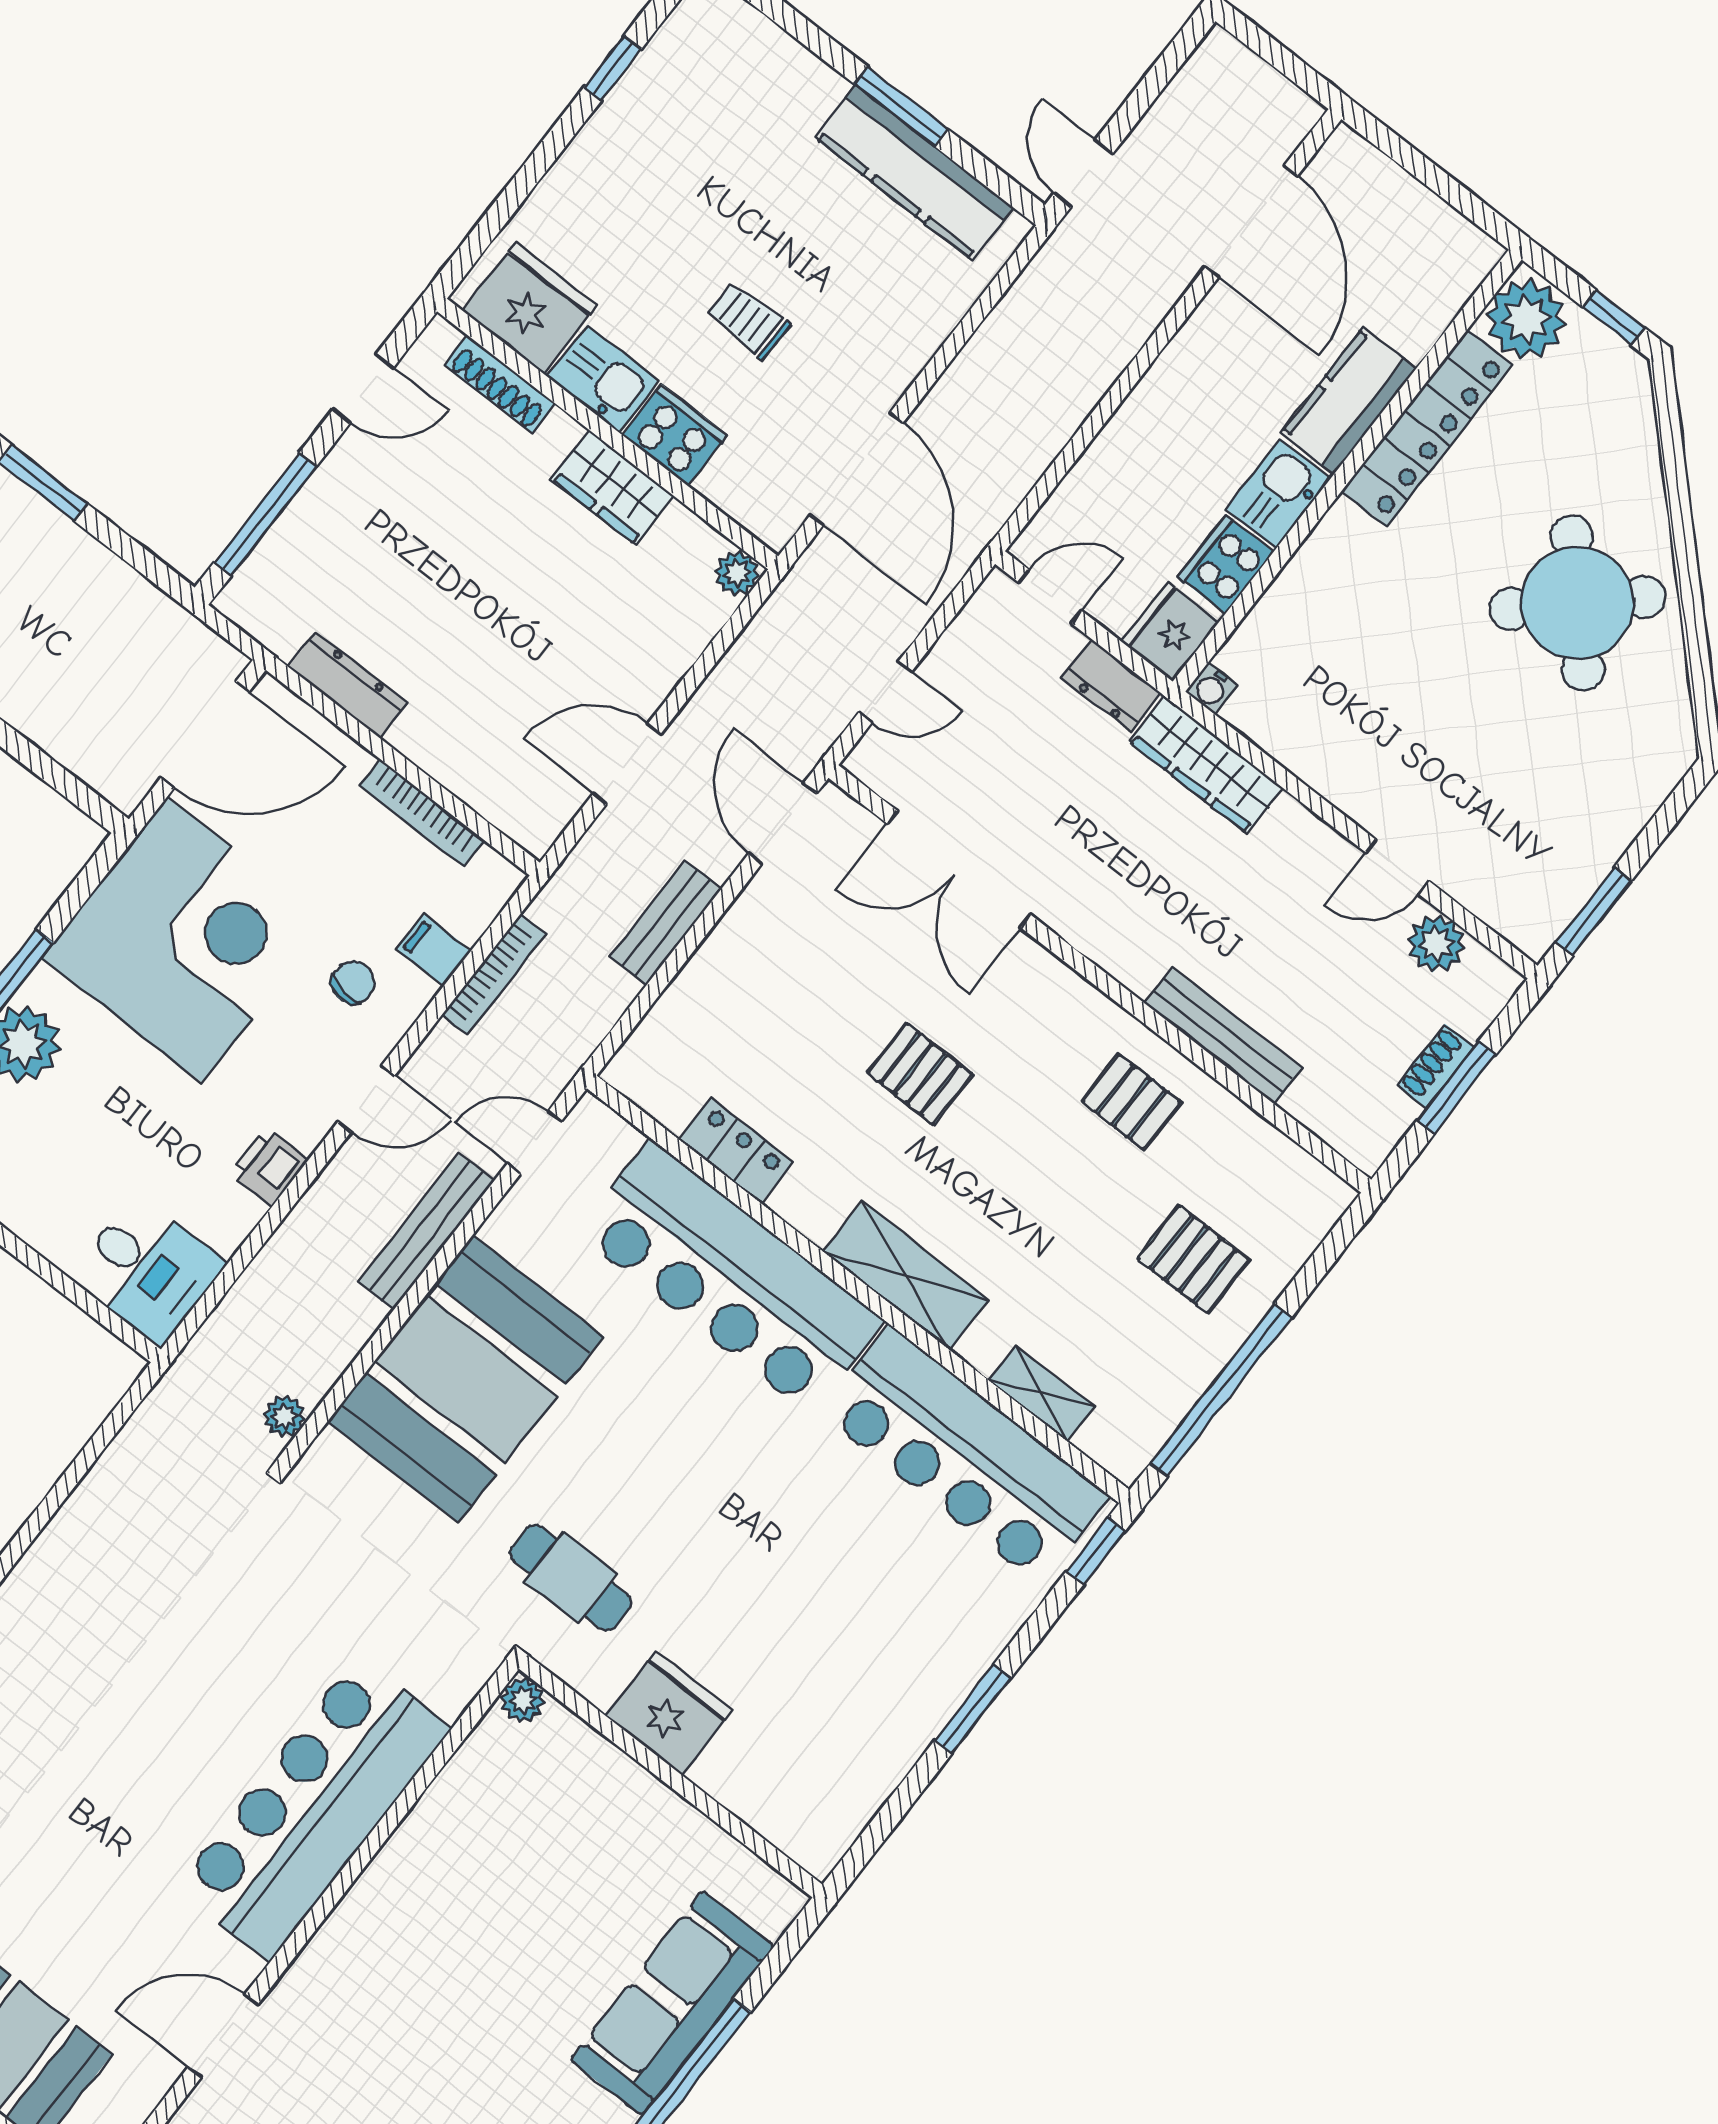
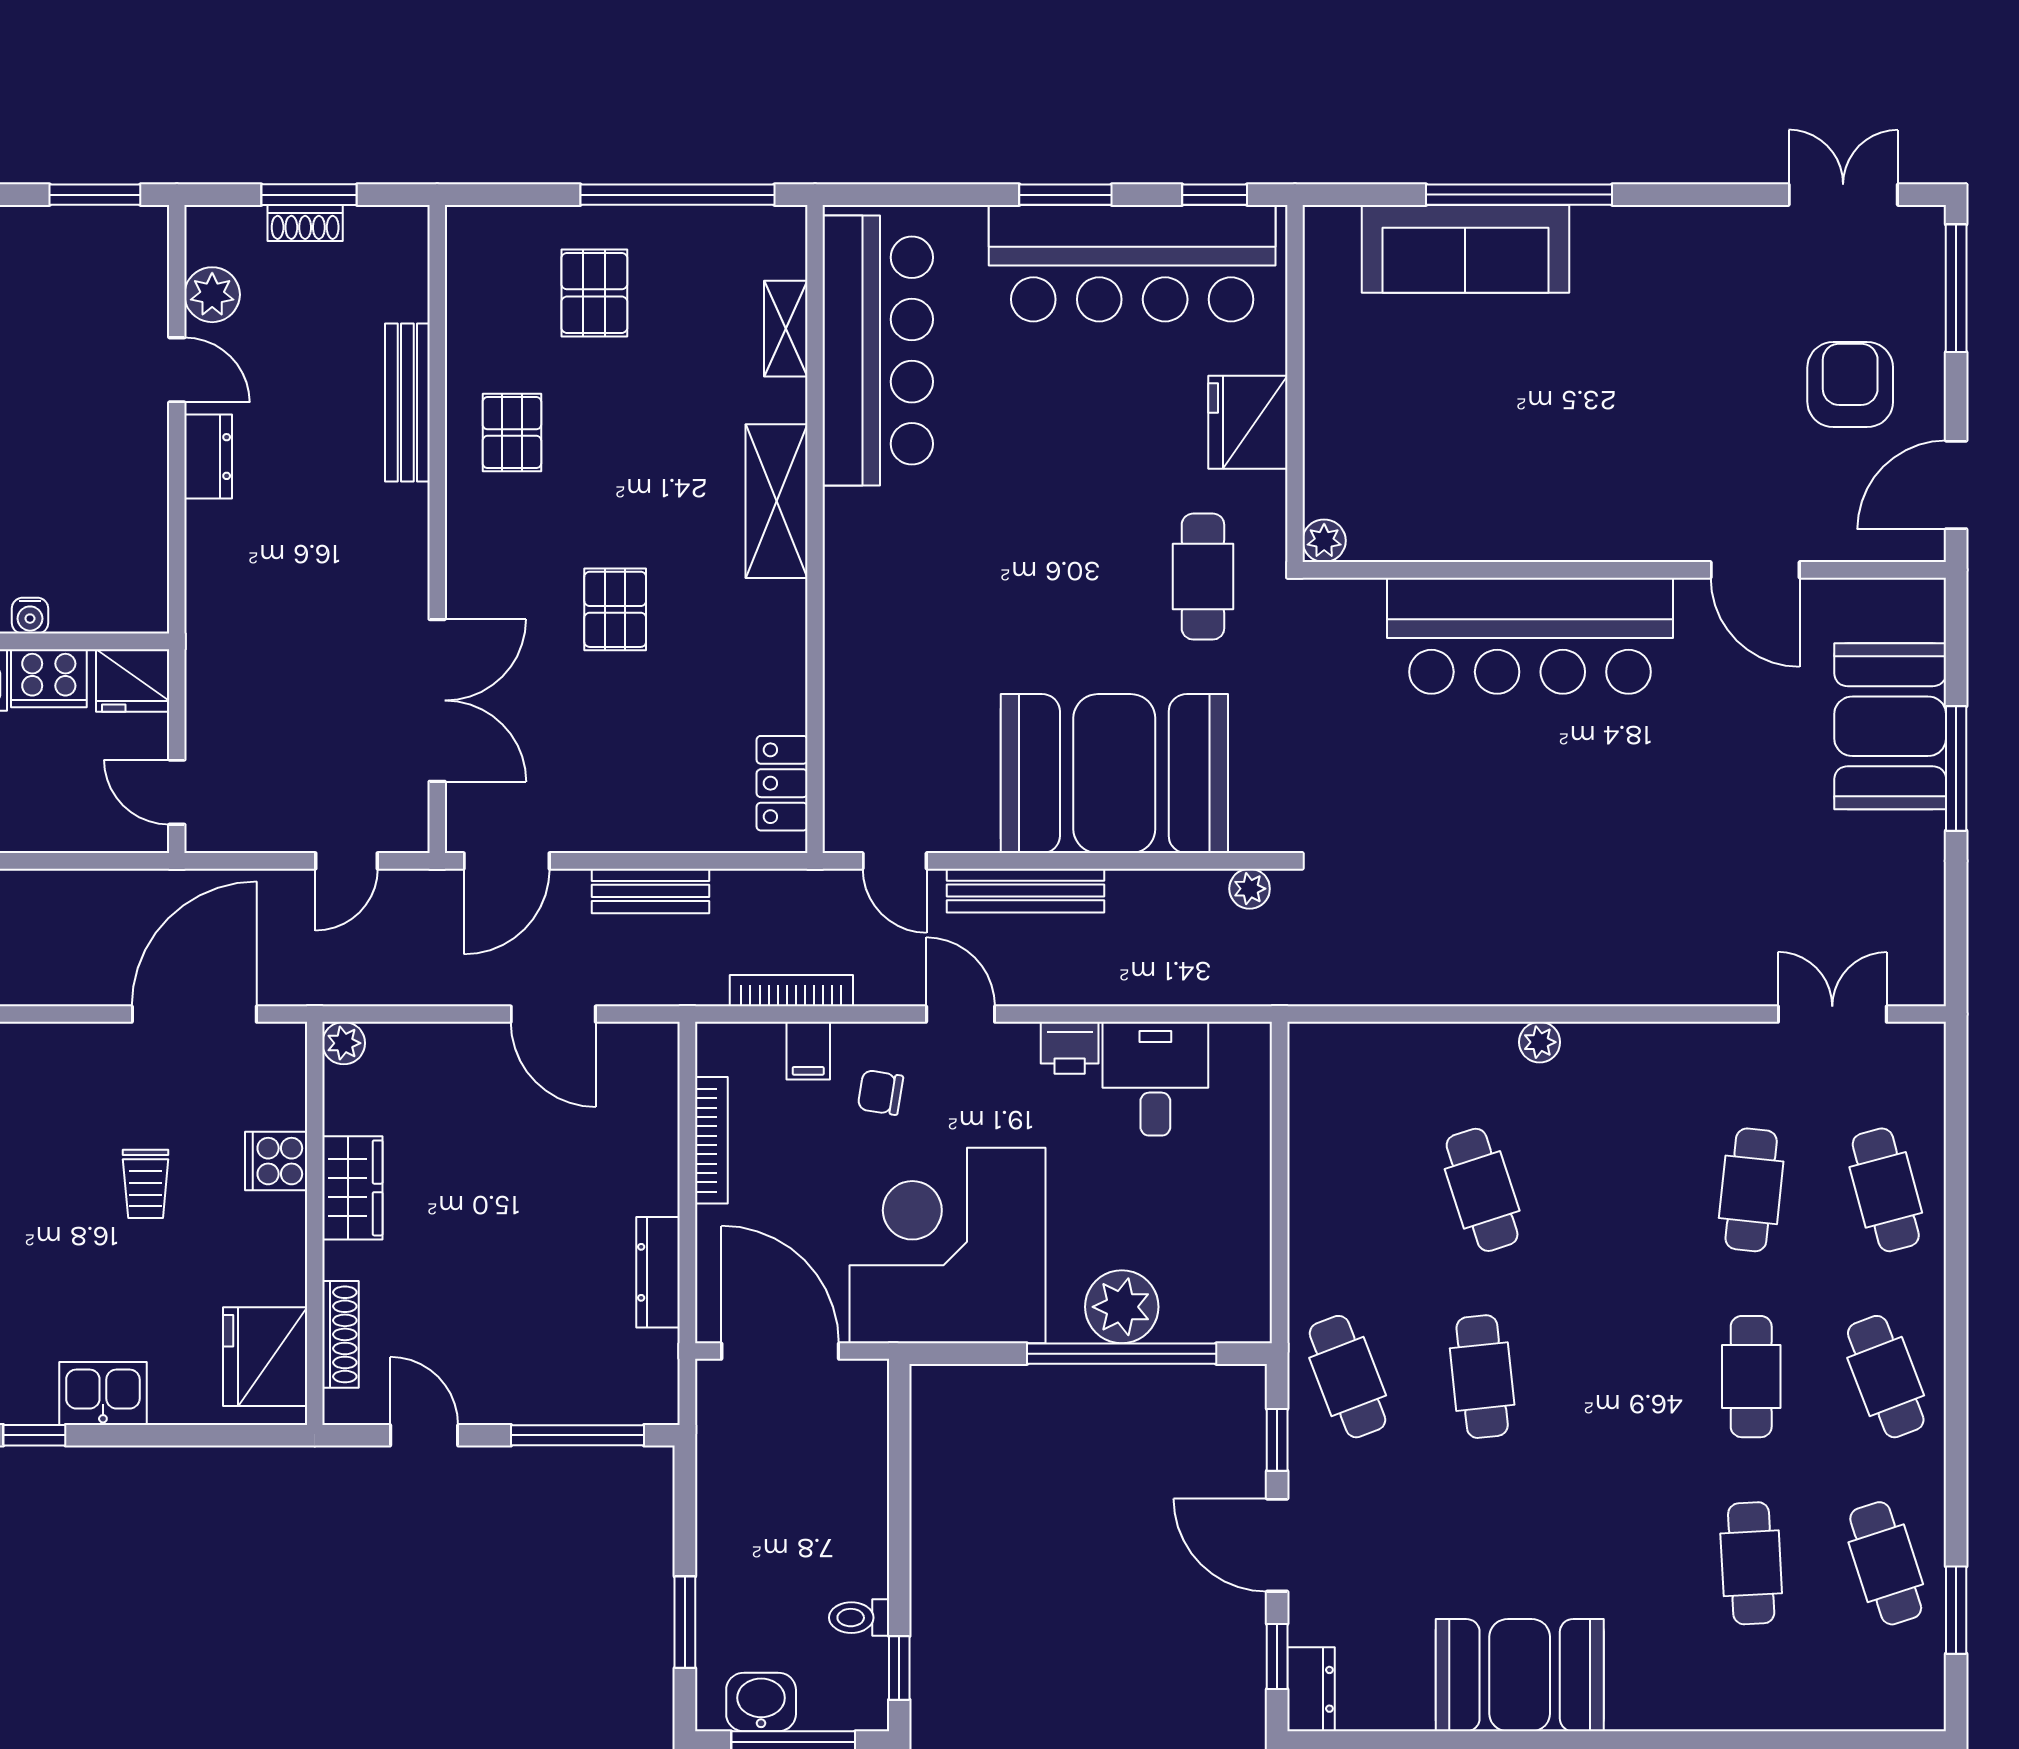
kitchen sink: (603, 379) -> (103, 1393), moved, turned 90
cooker: (675, 435) -> (276, 1161), width x0.73
dresser: (1111, 686) -> (208, 457), moved
water cooler: (1212, 688) -> (30, 616), moved, turned 90
door: (885, 692) -> (346, 861), swing flipped
wardrobe: (1206, 765) -> (212, 575), removed
locker: (736, 1151) -> (782, 783), moved
desk: (148, 1270) -> (1155, 1079), moved
bar counter: (730, 1277) -> (1132, 263), moved, turned 90
window: (1096, 1551) -> (1215, 195), moved

